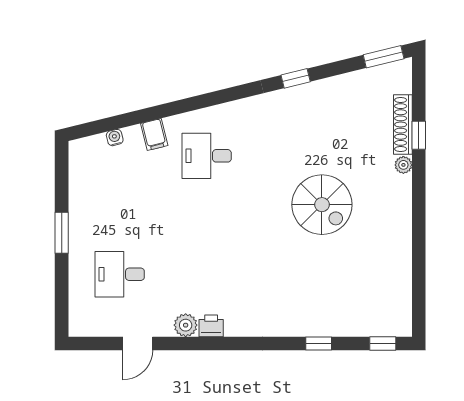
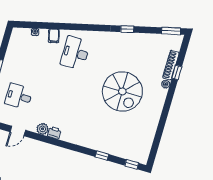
desk: (207, 156) -> (75, 53), width x1.37
spiral stairs: (322, 205) -> (122, 91), width x1.37, depth x1.37

